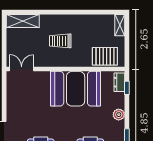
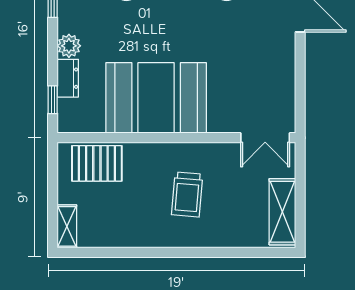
shelving: (23, 21) -> (282, 212), moved, turned 90
trolley: (60, 41) -> (187, 194), turned 95
dresser: (119, 82) -> (68, 78), moved

